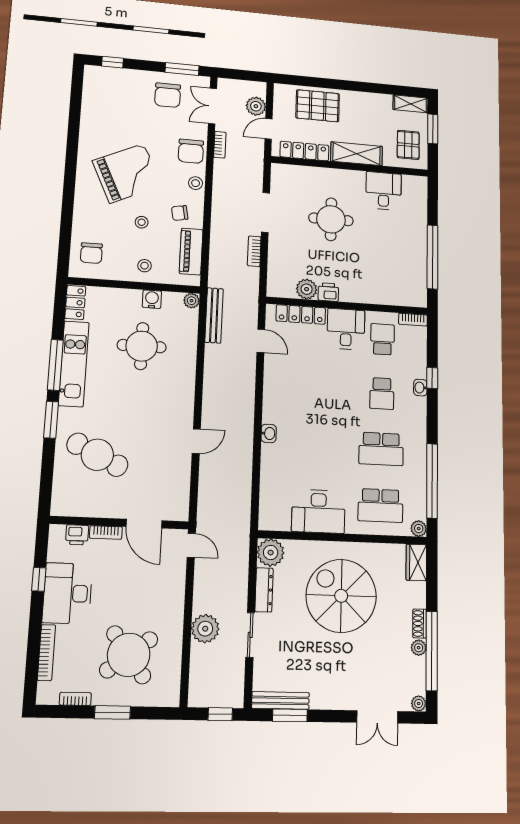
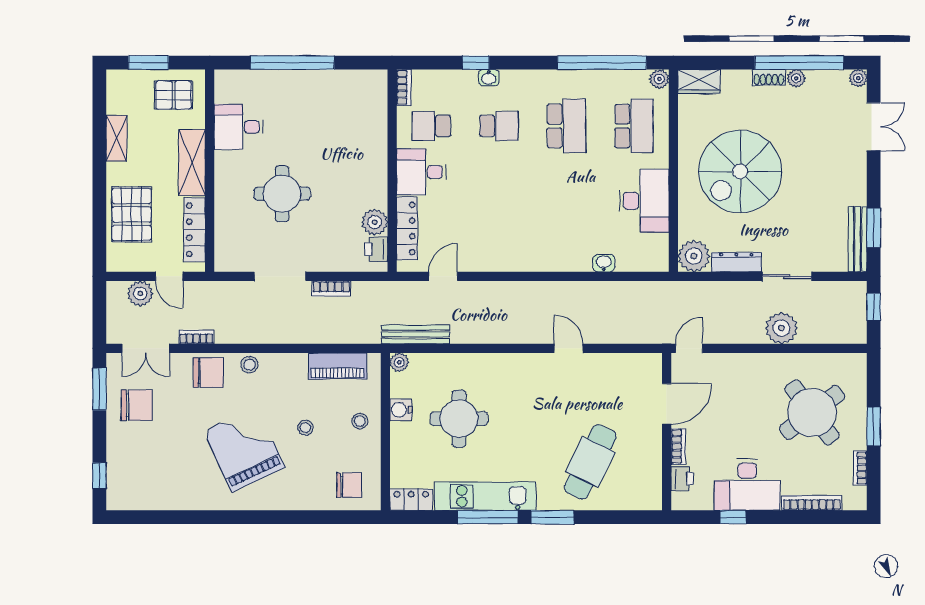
shelving: (411, 104) -> (117, 138), moved
chair: (180, 213) -> (290, 382), removed
window: (433, 257) -> (292, 63), moved
printer: (328, 292) -> (376, 249), moved
washbasin: (269, 433) -> (604, 263), moved

